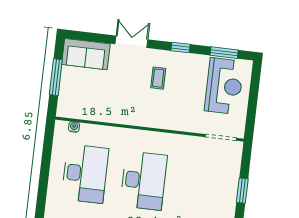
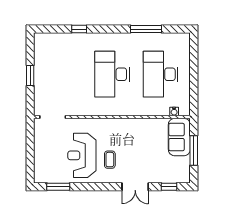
window: (181, 48) -> (169, 187), moved
sofa: (86, 54) -> (179, 137), moved, turned -90
reception desk: (224, 86) -> (82, 155), moved

